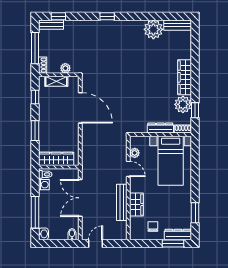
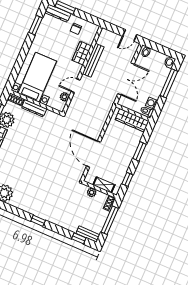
door: (128, 169) -> (76, 86), hinge flipped

